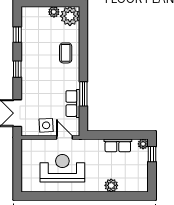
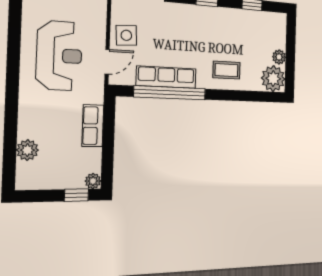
window: (83, 94) -> (170, 93), width x2.11
row of seats: (73, 104) -> (166, 77), width x1.48
row of seats: (118, 145) -> (93, 126), moved
plant: (111, 185) -> (27, 150), moved

